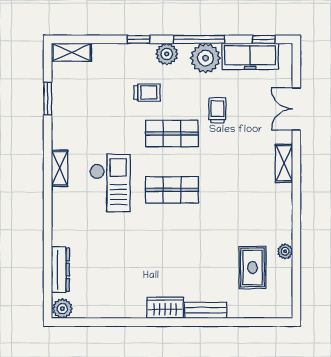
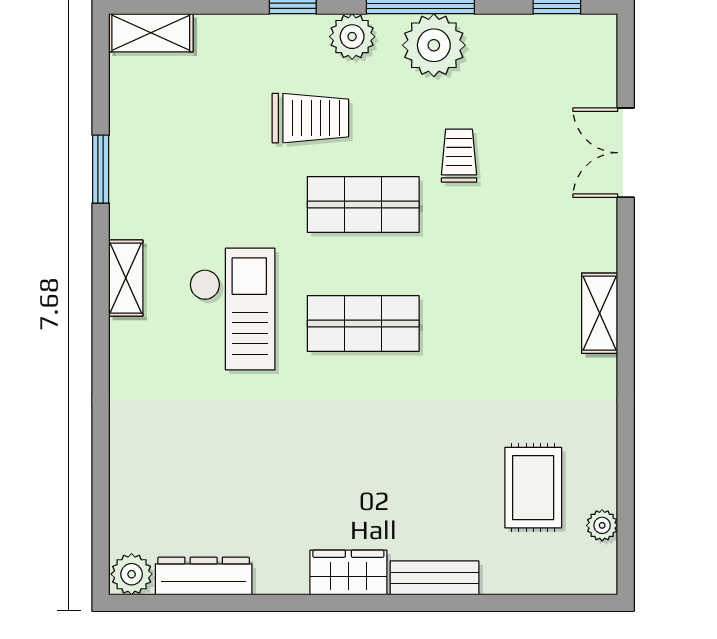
freezer: (250, 56) -> (528, 41), removed
trolley: (147, 93) -> (310, 118), width x1.36, depth x1.39
window: (48, 99) -> (101, 169), moved
shelving: (284, 163) -> (600, 313), moved
plant: (285, 251) -> (602, 525), moved
dresser: (60, 270) -> (204, 576), moved, turned -90

